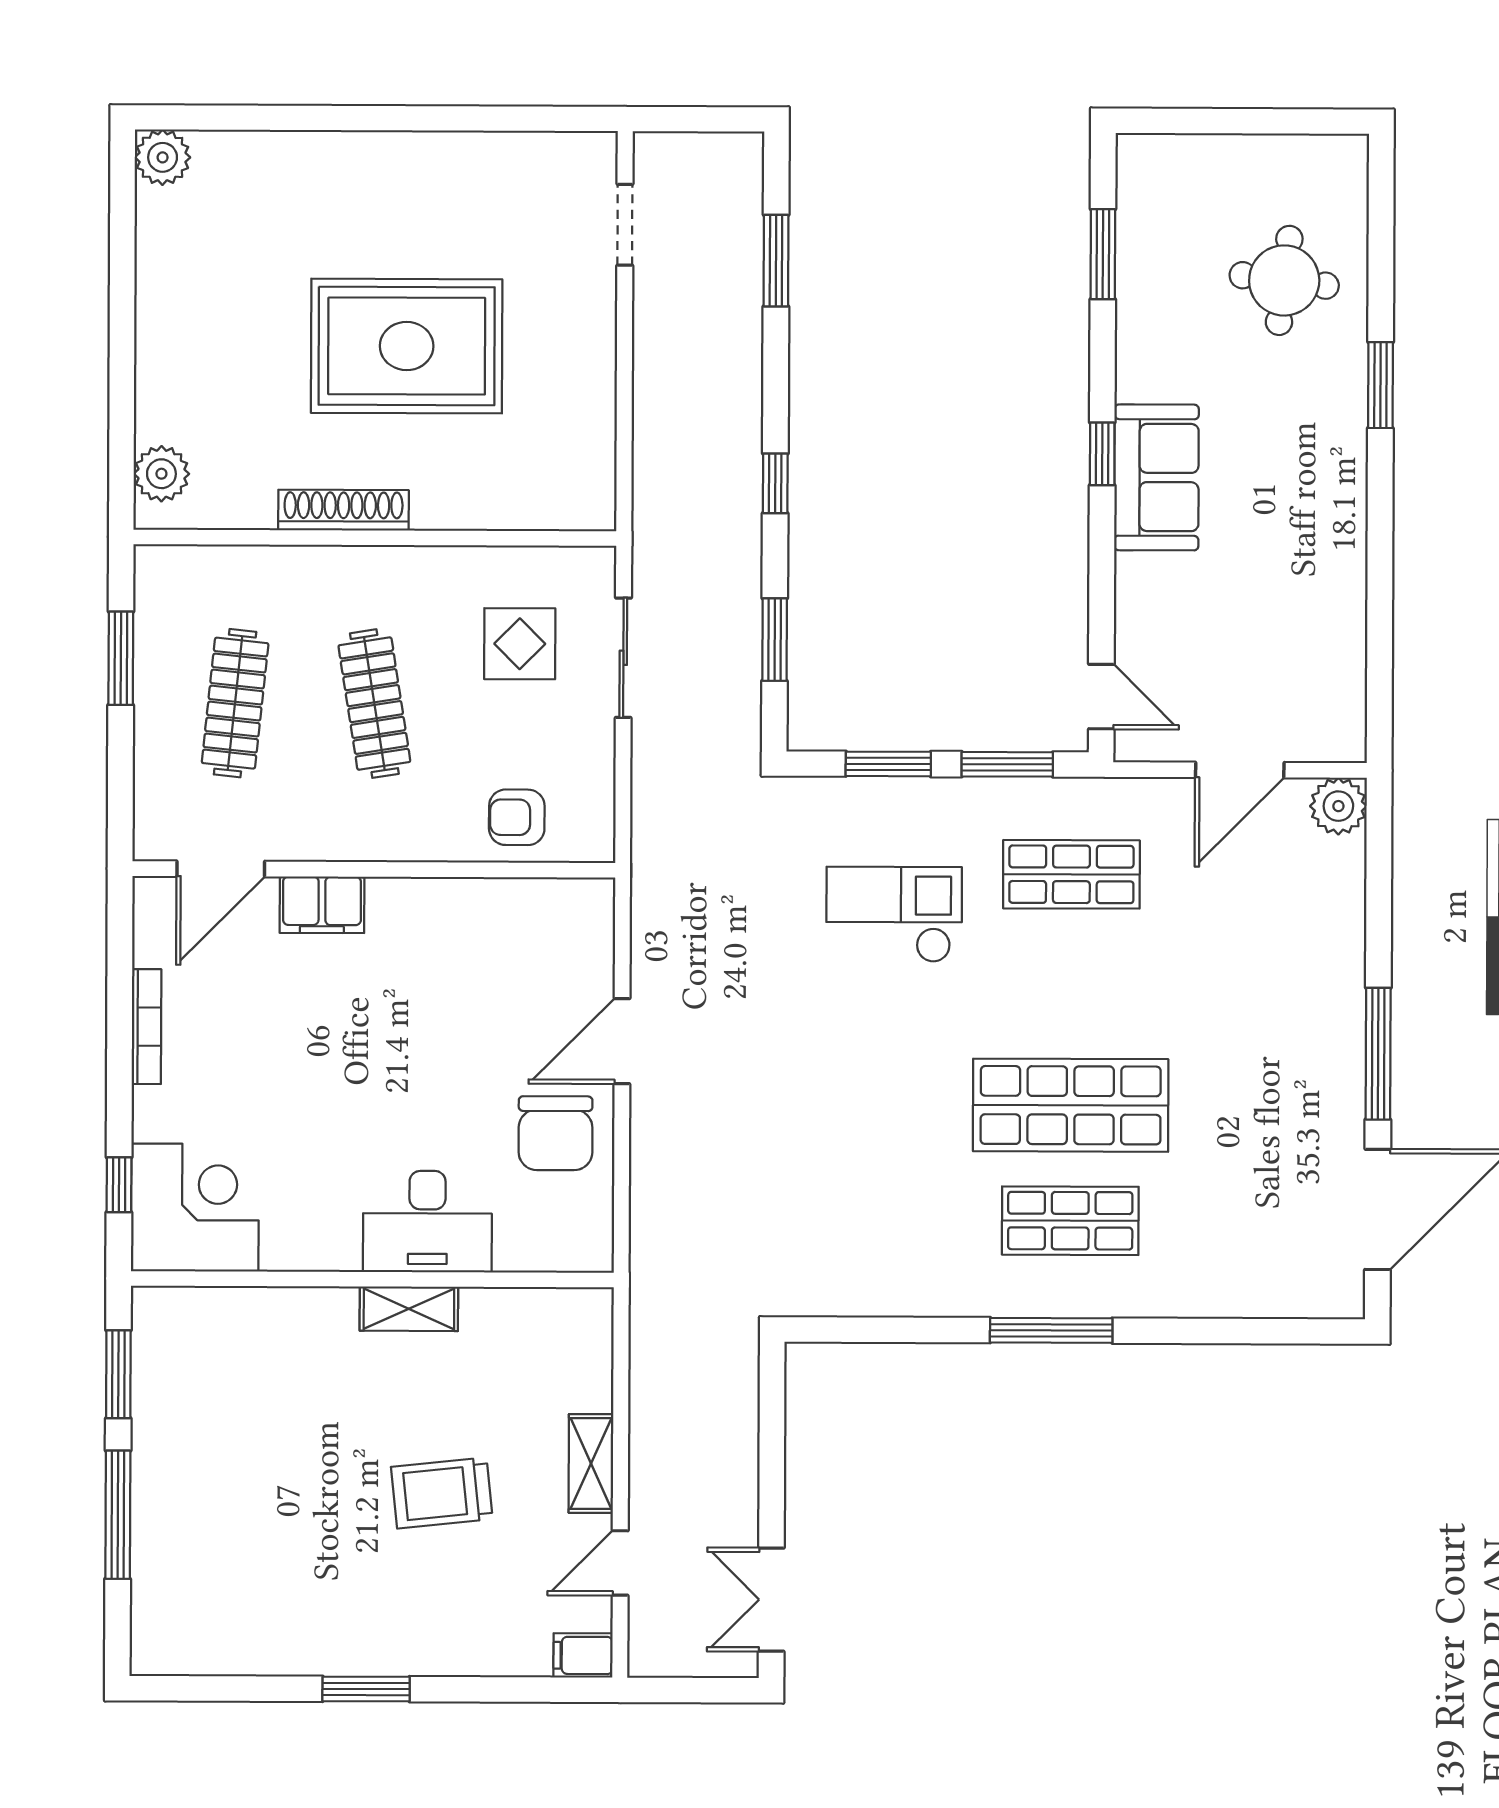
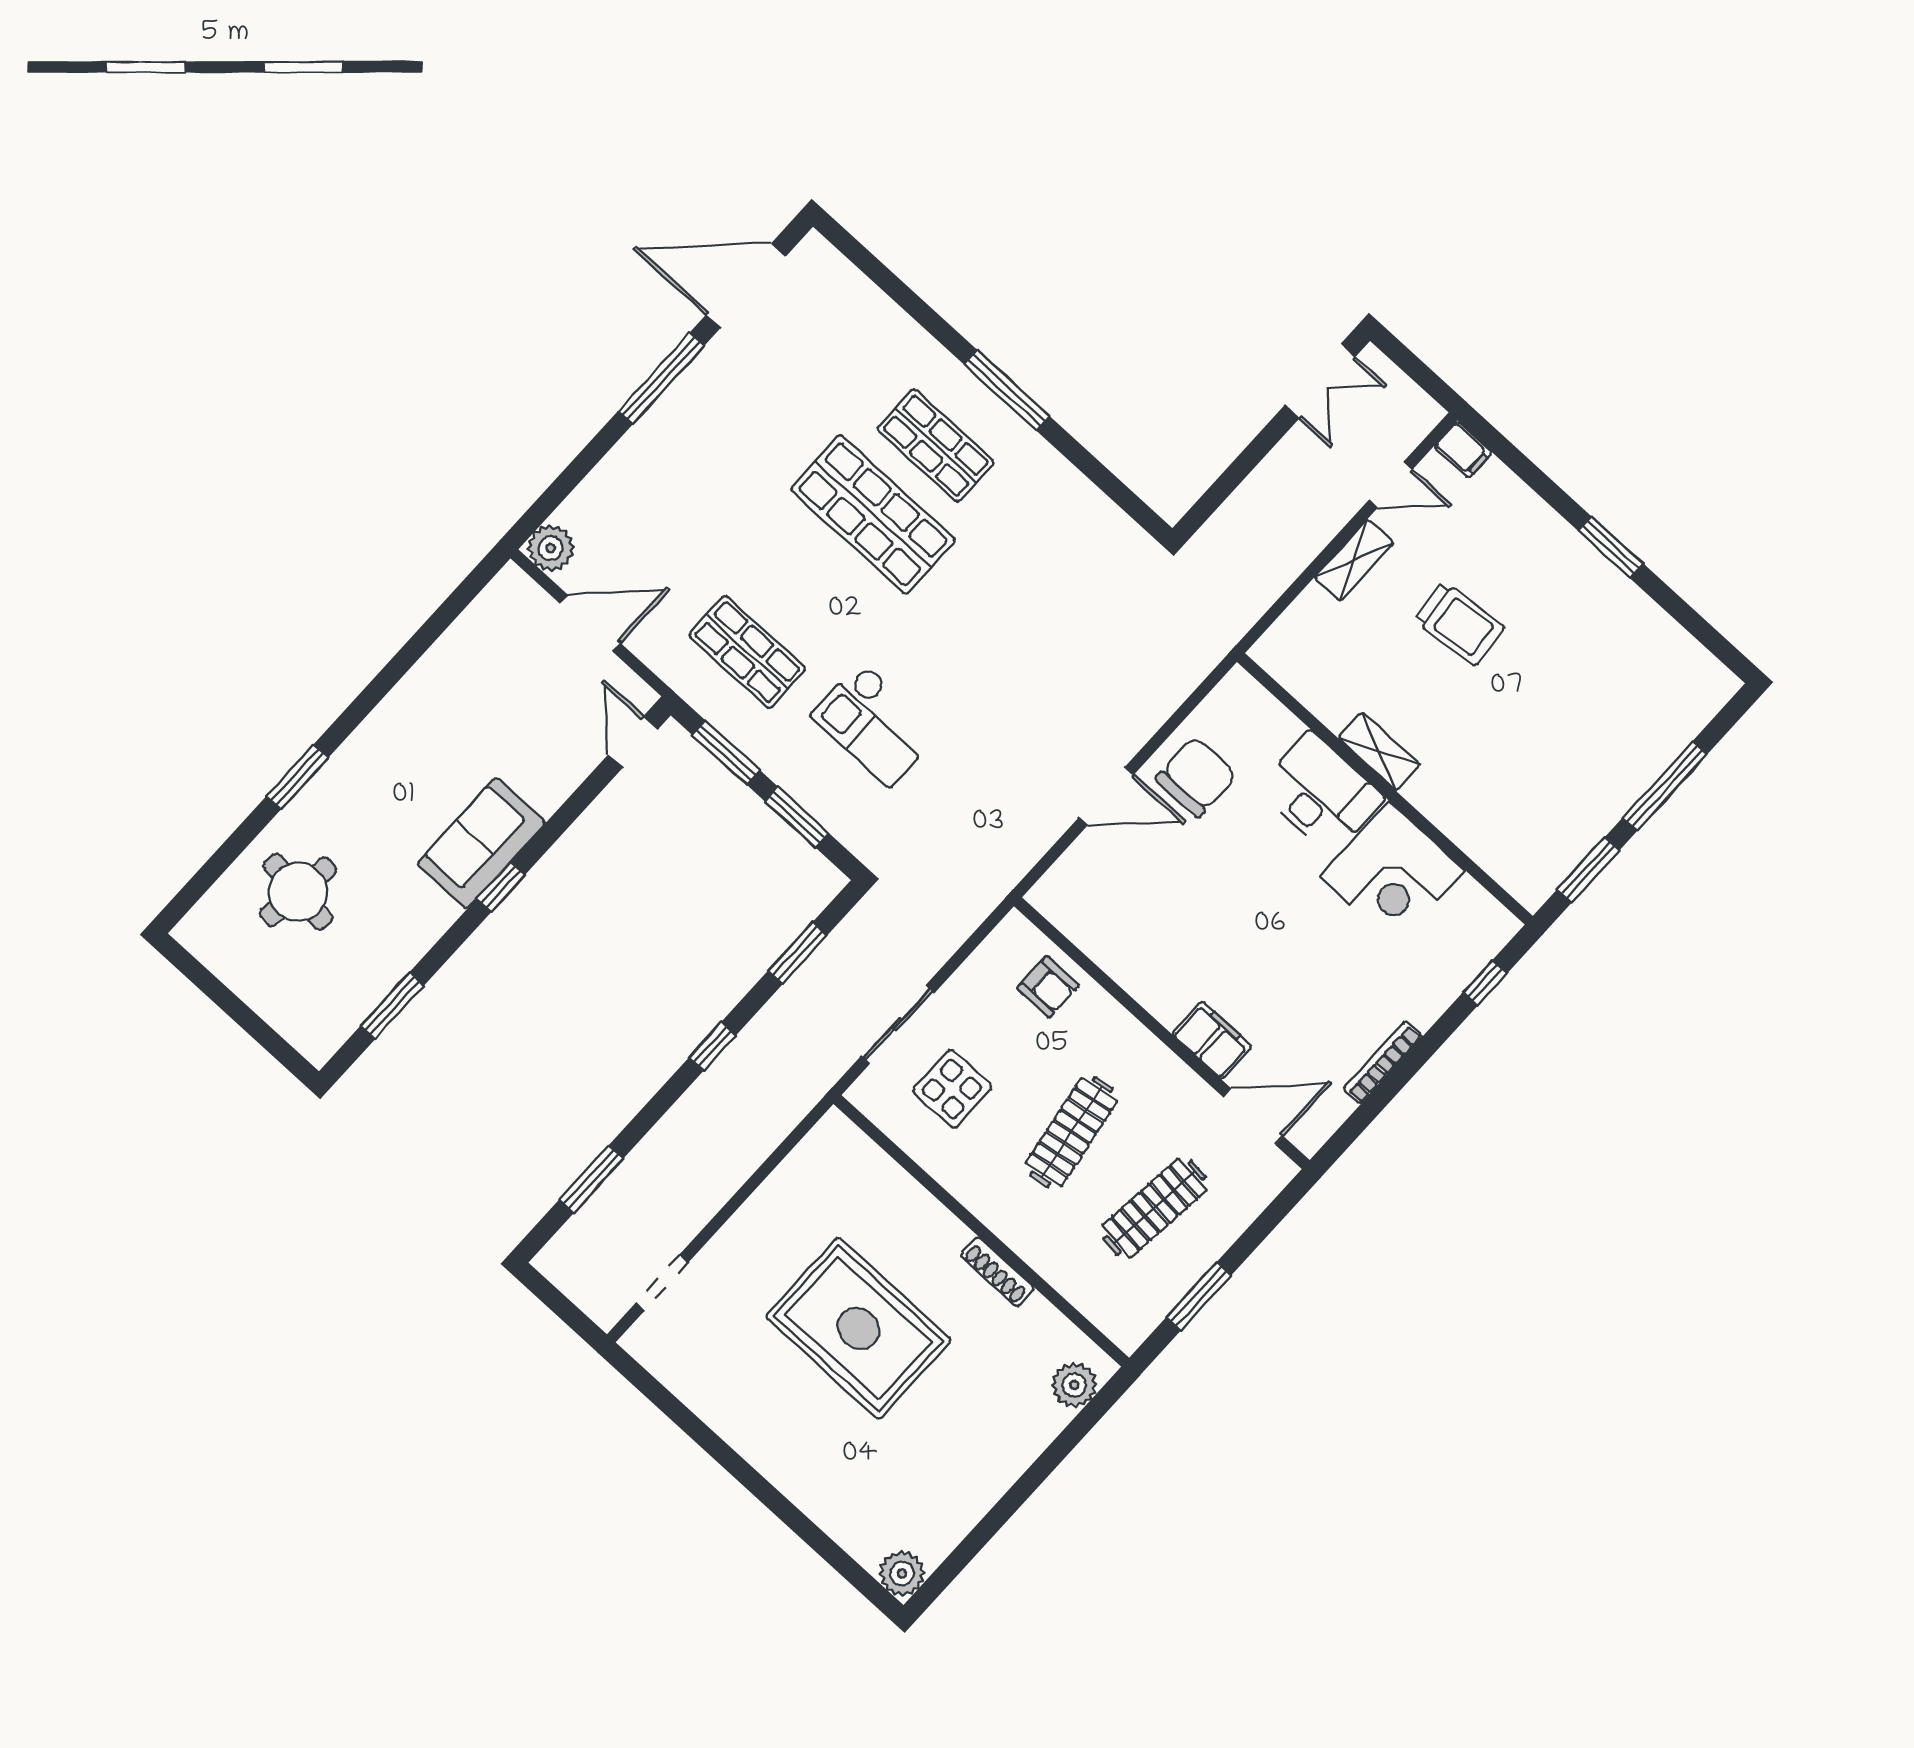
shoe rack: (344, 510) -> (997, 1272), width x0.74, depth x0.81
corner desk: (195, 1208) -> (1392, 873), moved, turned -90

